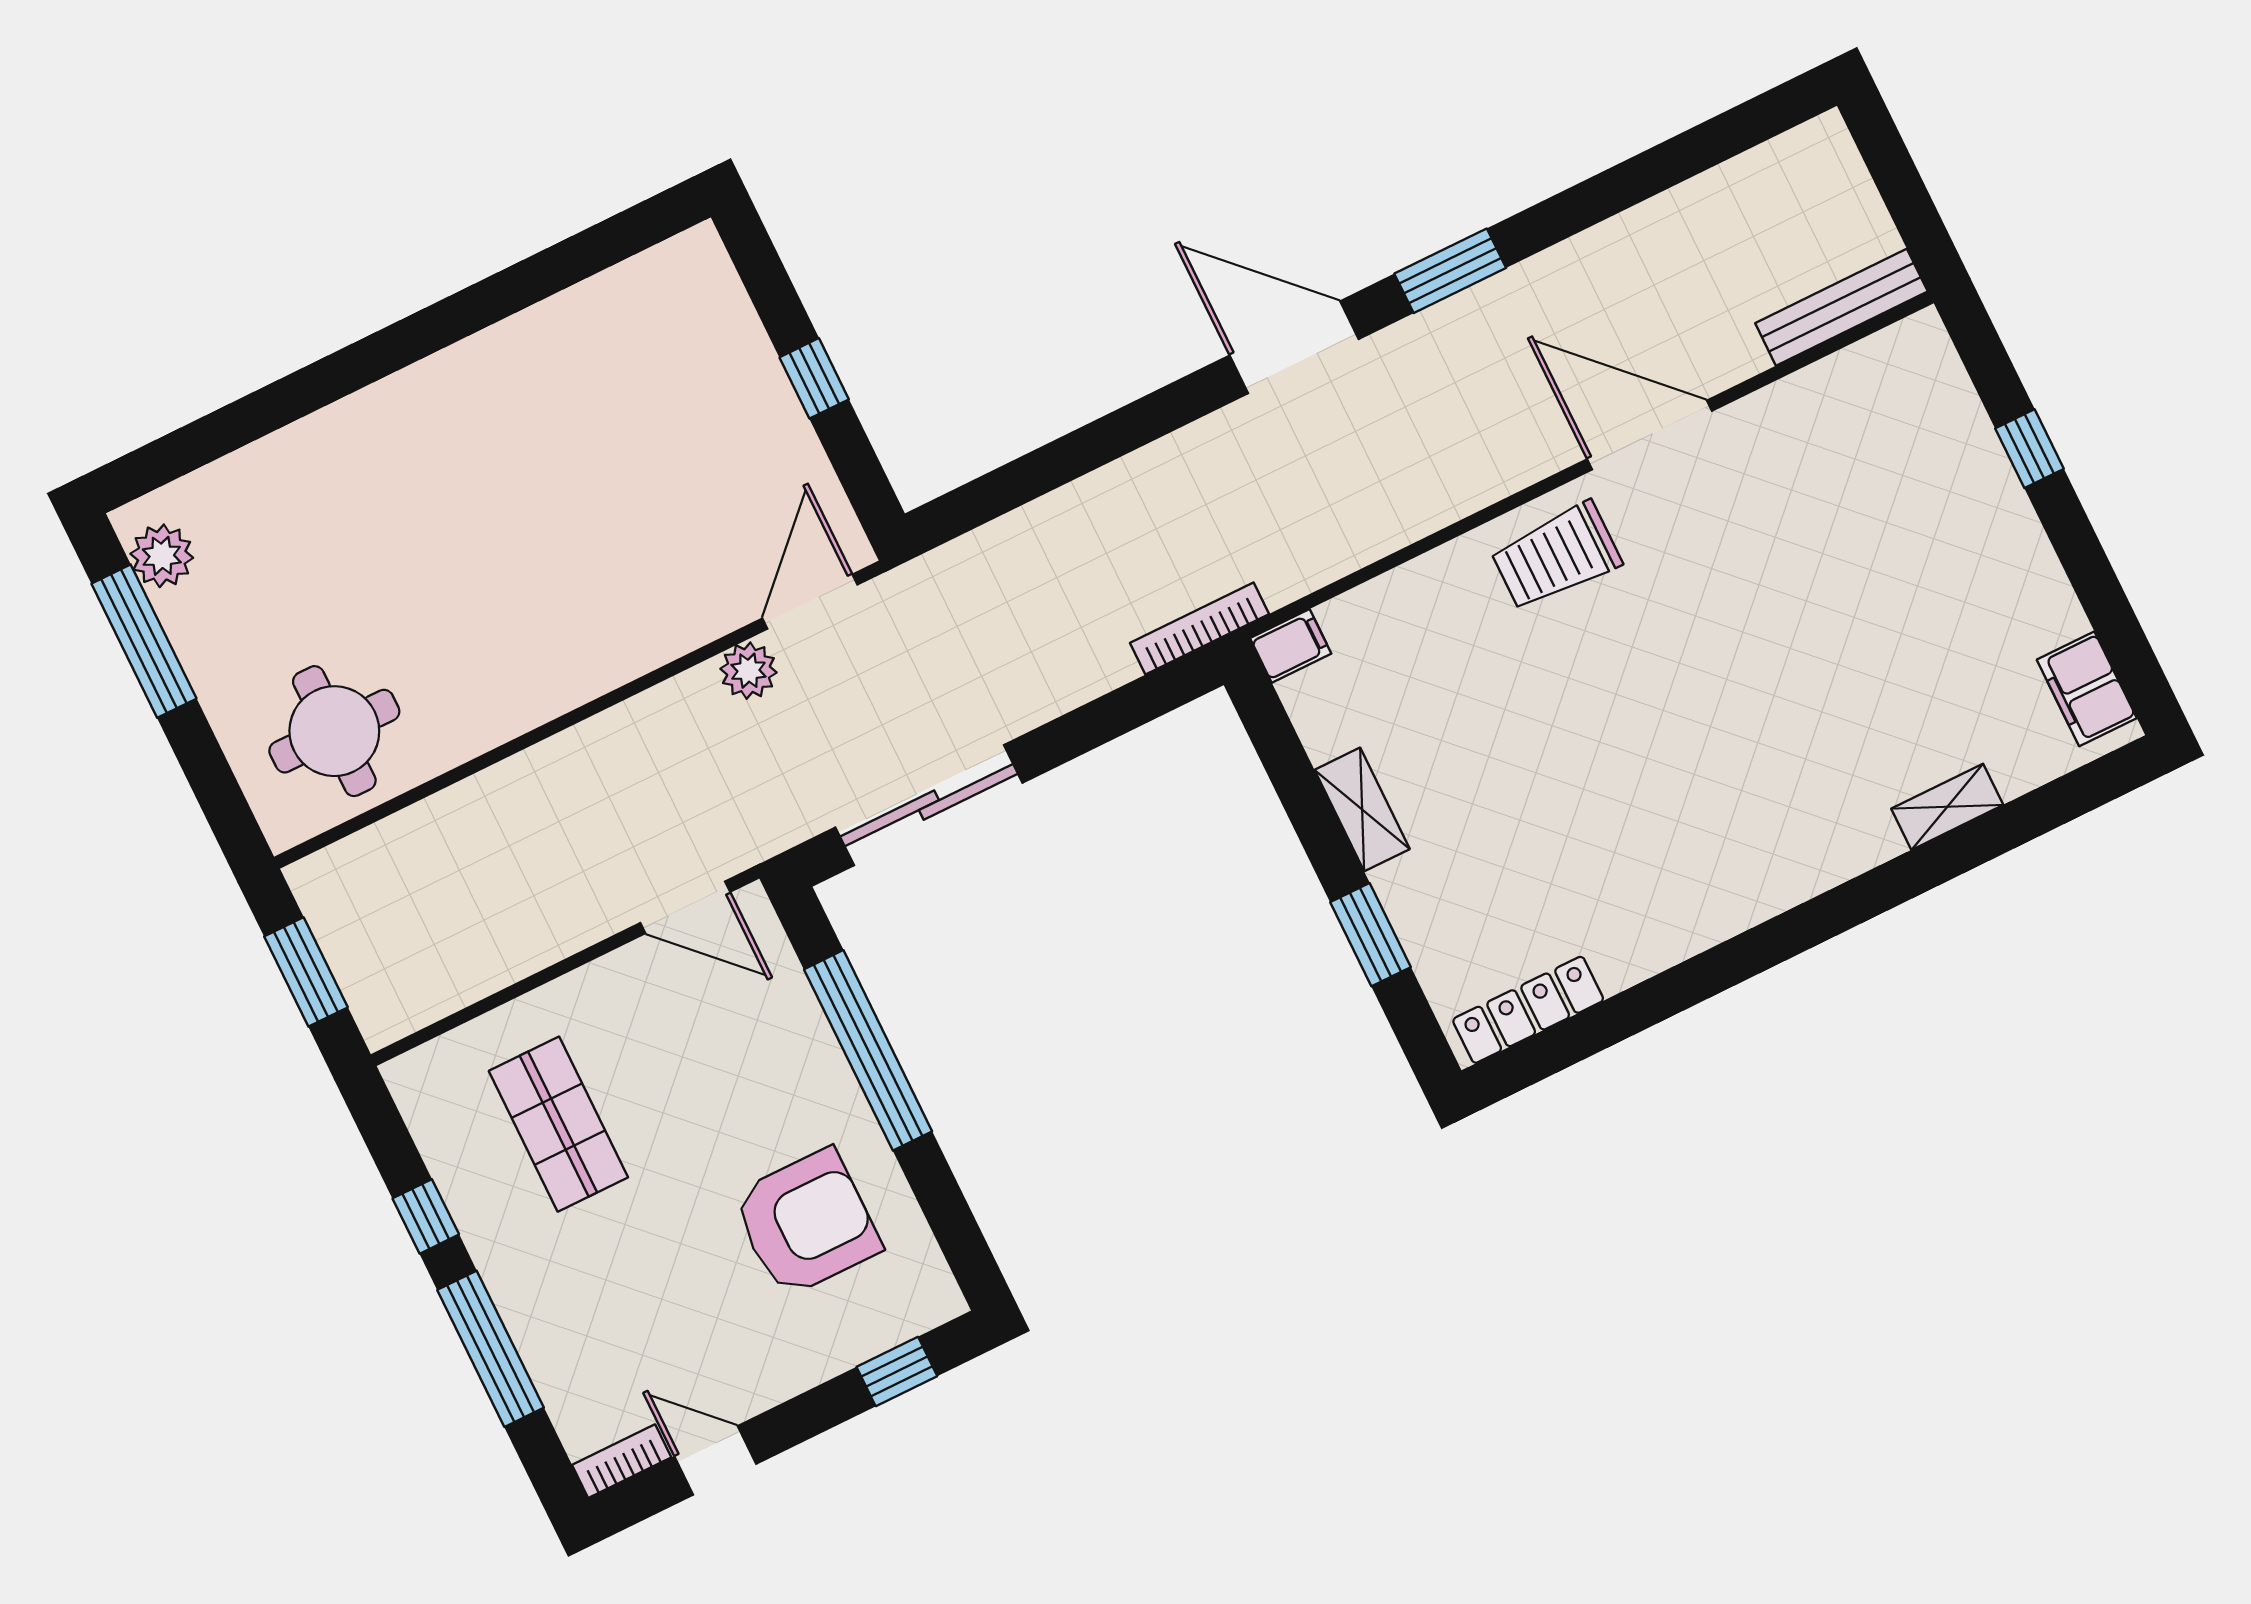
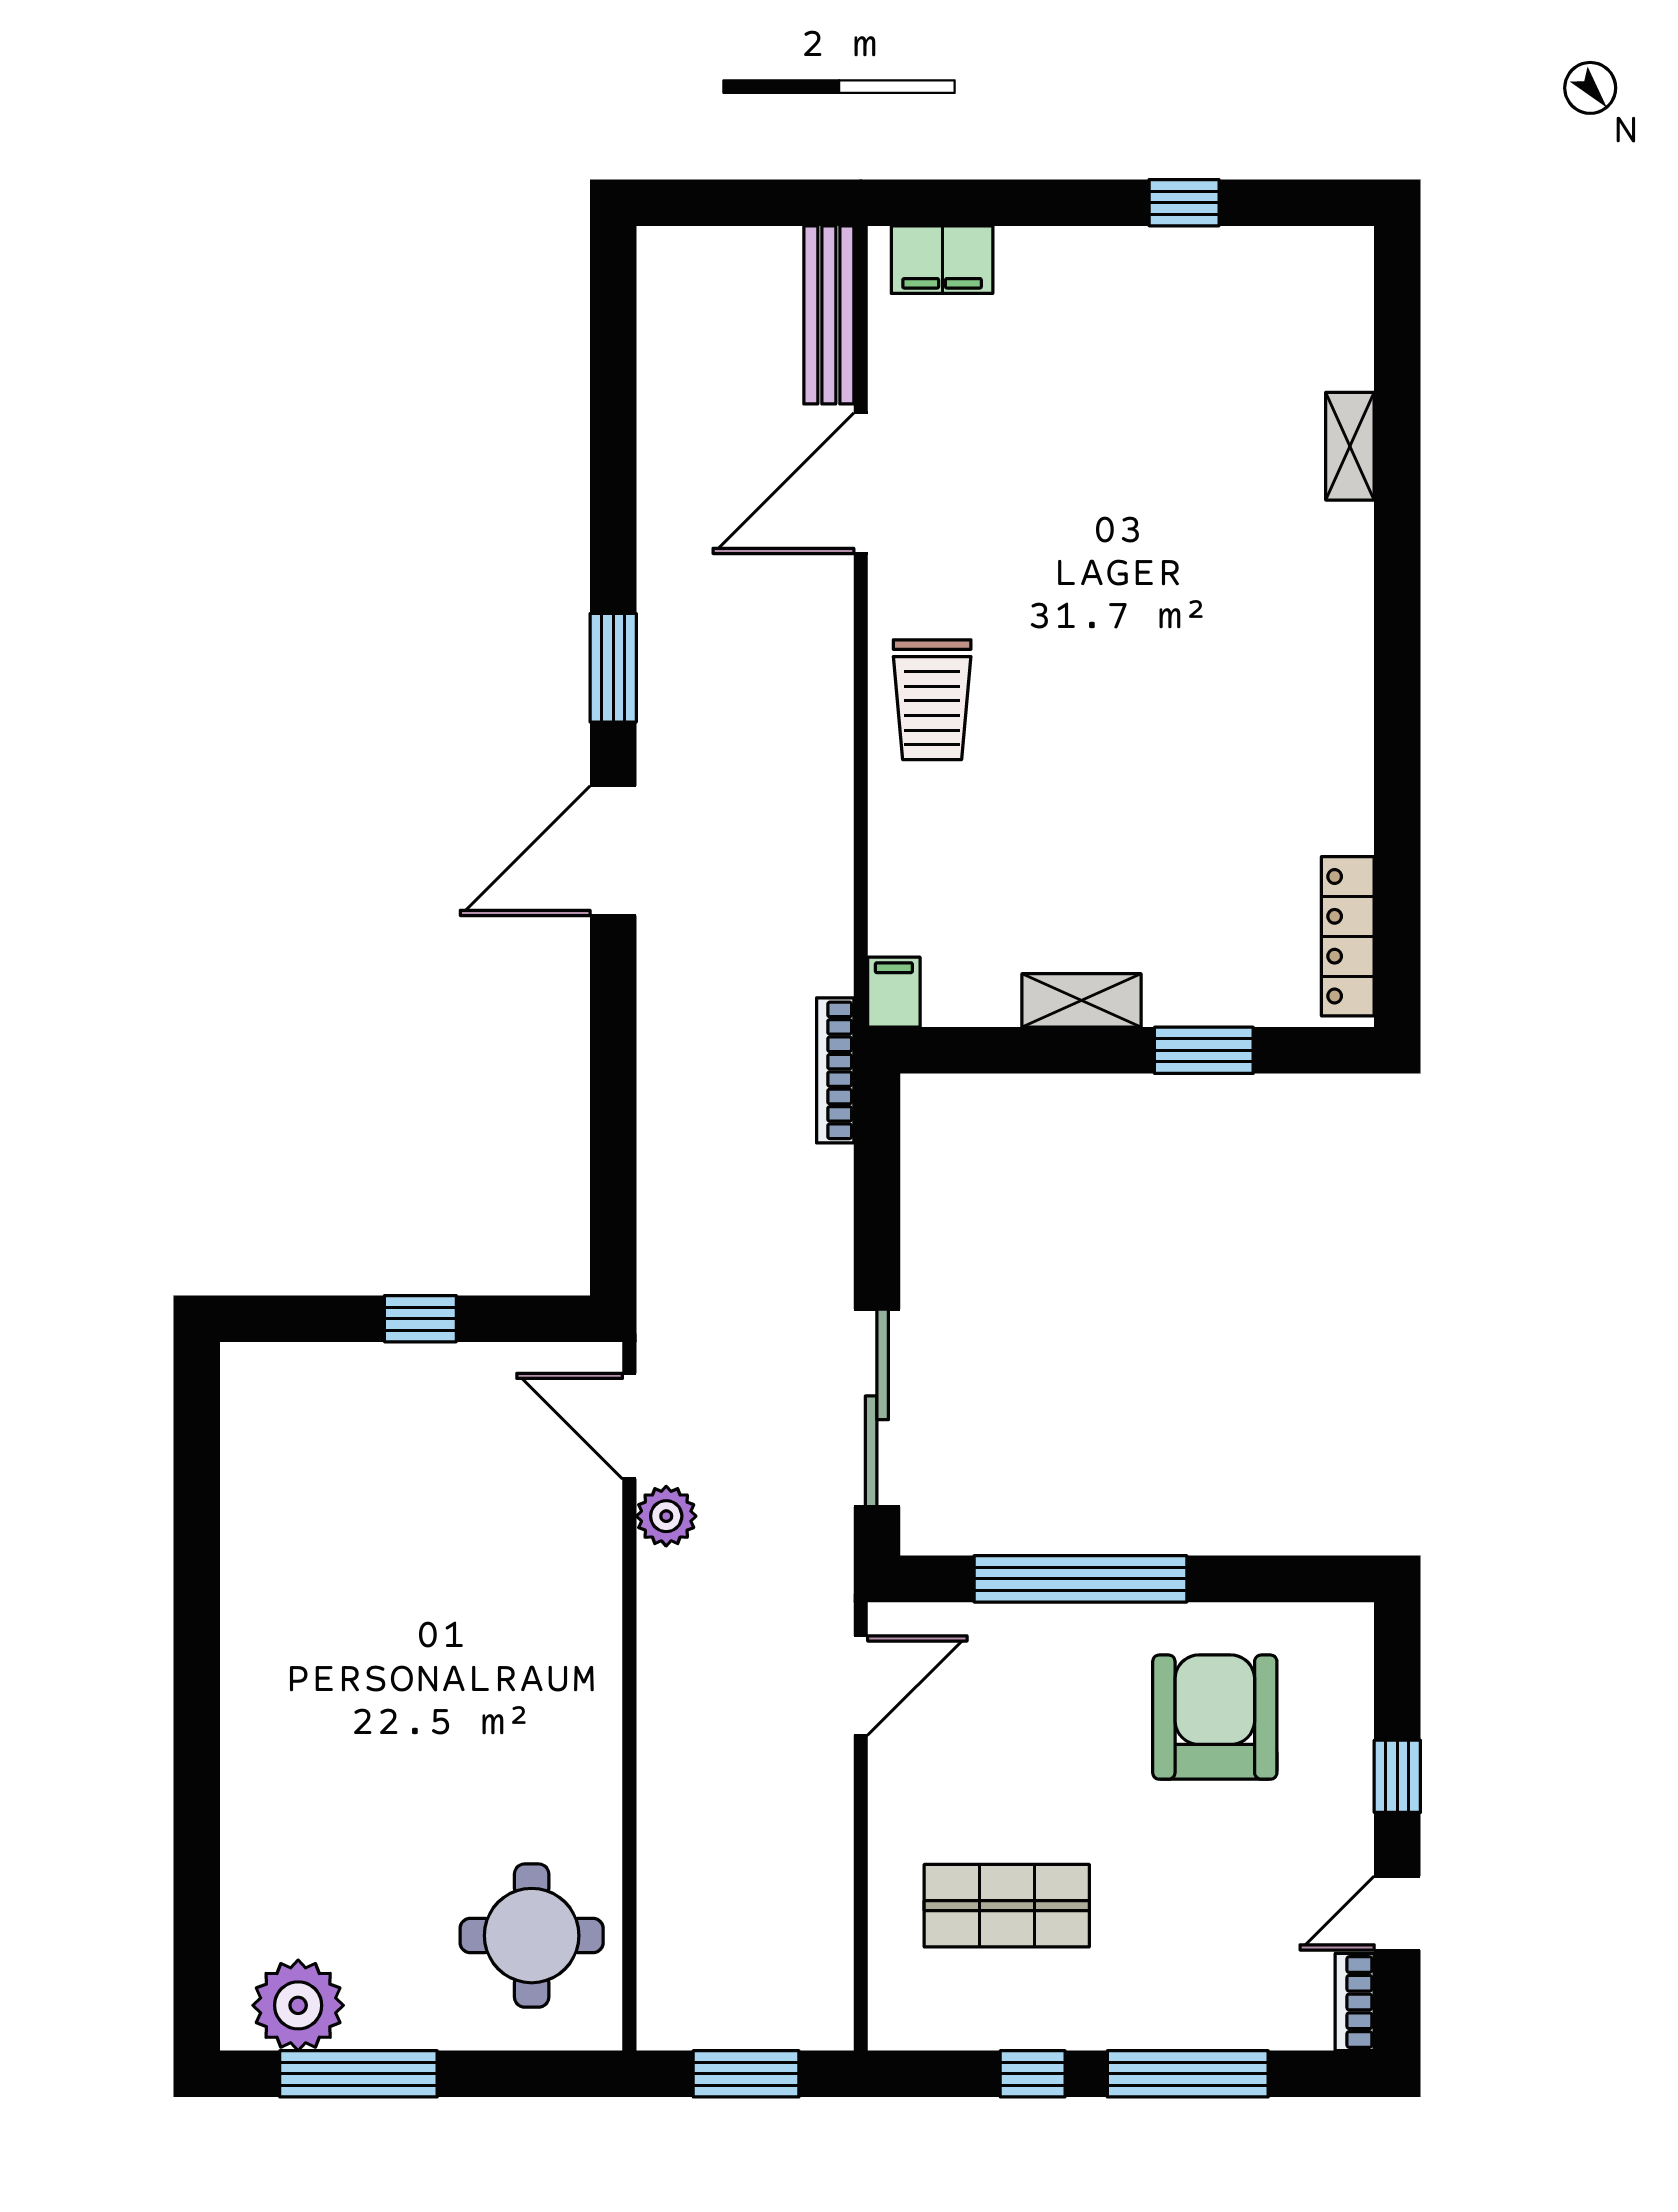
door: (1650, 435) -> (861, 483), moved
window: (2029, 449) -> (1184, 203), moved
plant: (162, 556) -> (298, 2005), width x1.36, depth x1.36
filing cabinet: (2087, 689) -> (942, 260), moved
window: (897, 1371) -> (1397, 1776), moved

